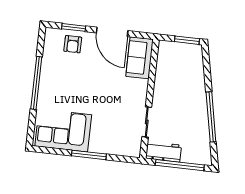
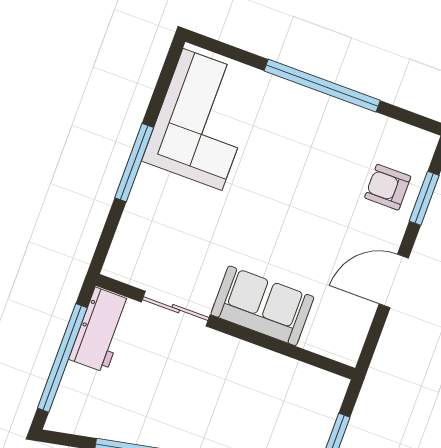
door: (112, 32) -> (394, 281), width x0.73
sofa: (140, 58) -> (262, 306), moved

